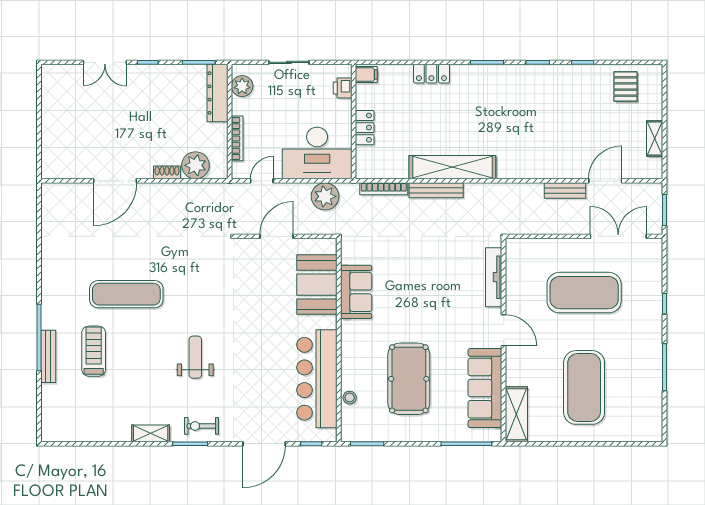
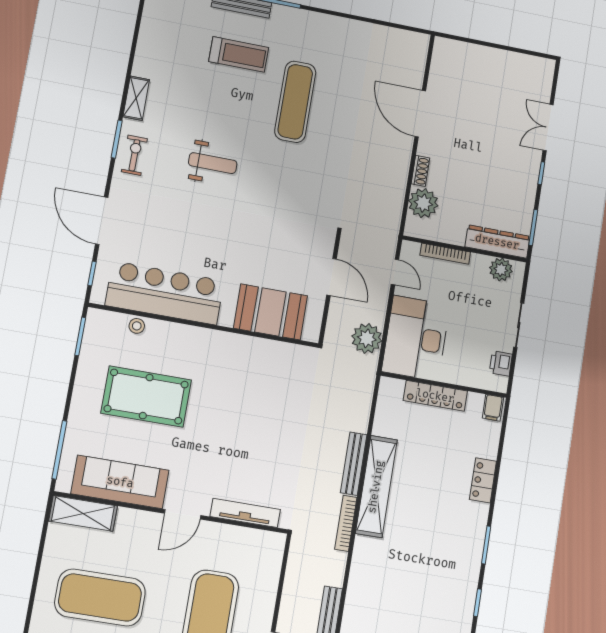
printer: (343, 88) -> (501, 363), moved, turned -90
locker: (365, 128) -> (435, 396), width x1.53
bookcase: (384, 189) -> (346, 523), moved
sofa: (356, 292) -> (255, 354), removed

